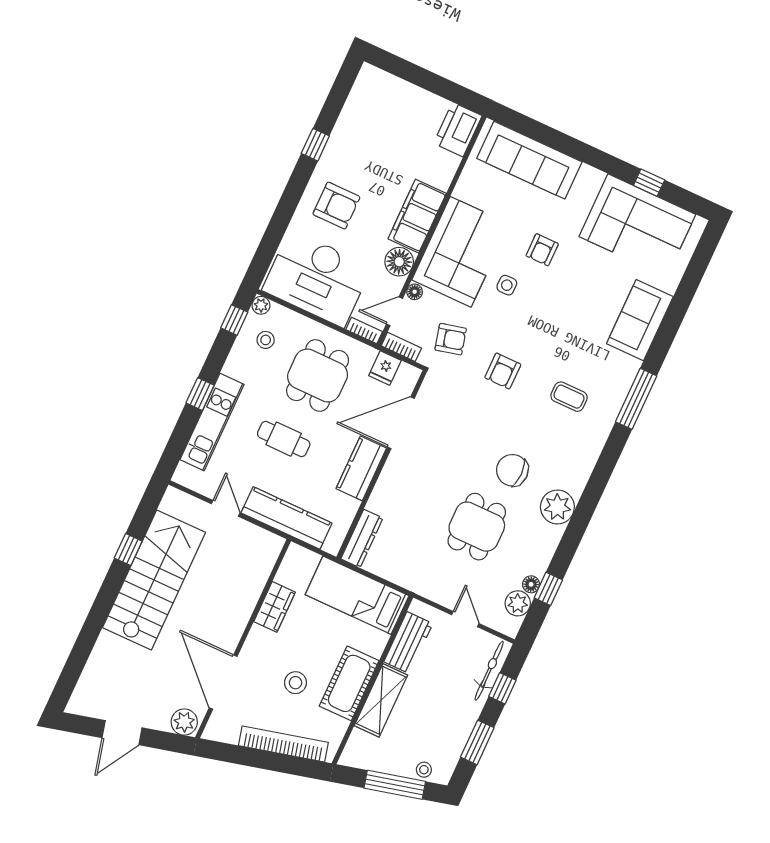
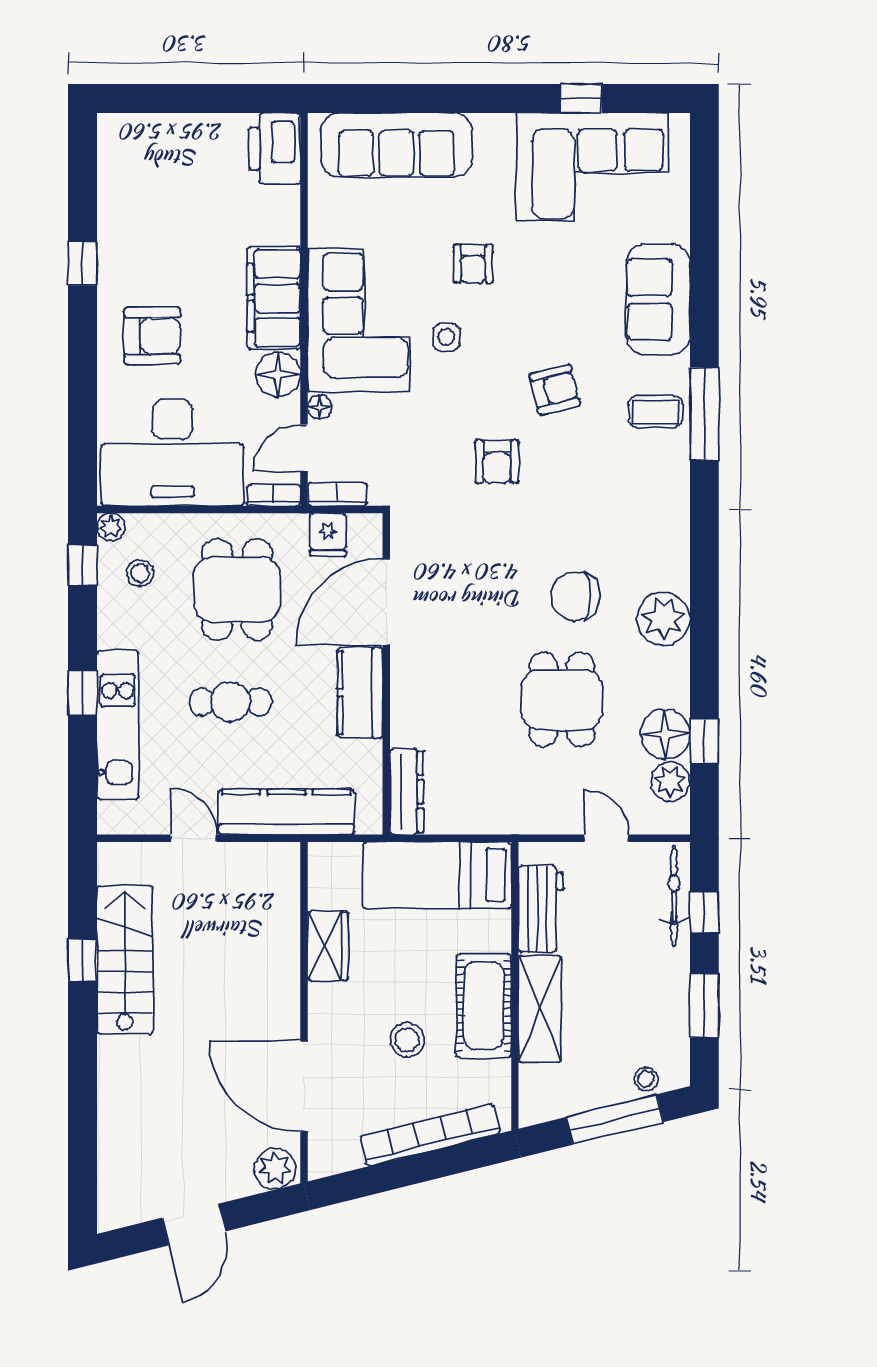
armchair: (451, 339) -> (555, 390), moved
coffee table: (569, 397) -> (655, 412), moved
stairs: (154, 580) -> (125, 960), width x0.73, depth x0.66
floor lamp: (531, 584) -> (665, 734), width x1.89, depth x1.89

